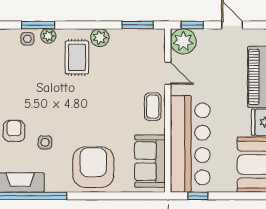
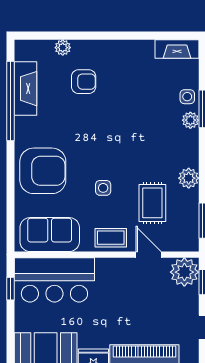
rug: (77, 57) -> (152, 203), moved, turned 90
door: (168, 73) -> (148, 255), swing flipped
side table: (45, 142) -> (103, 188), moved
bar counter: (190, 144) -> (54, 280), width x0.73

